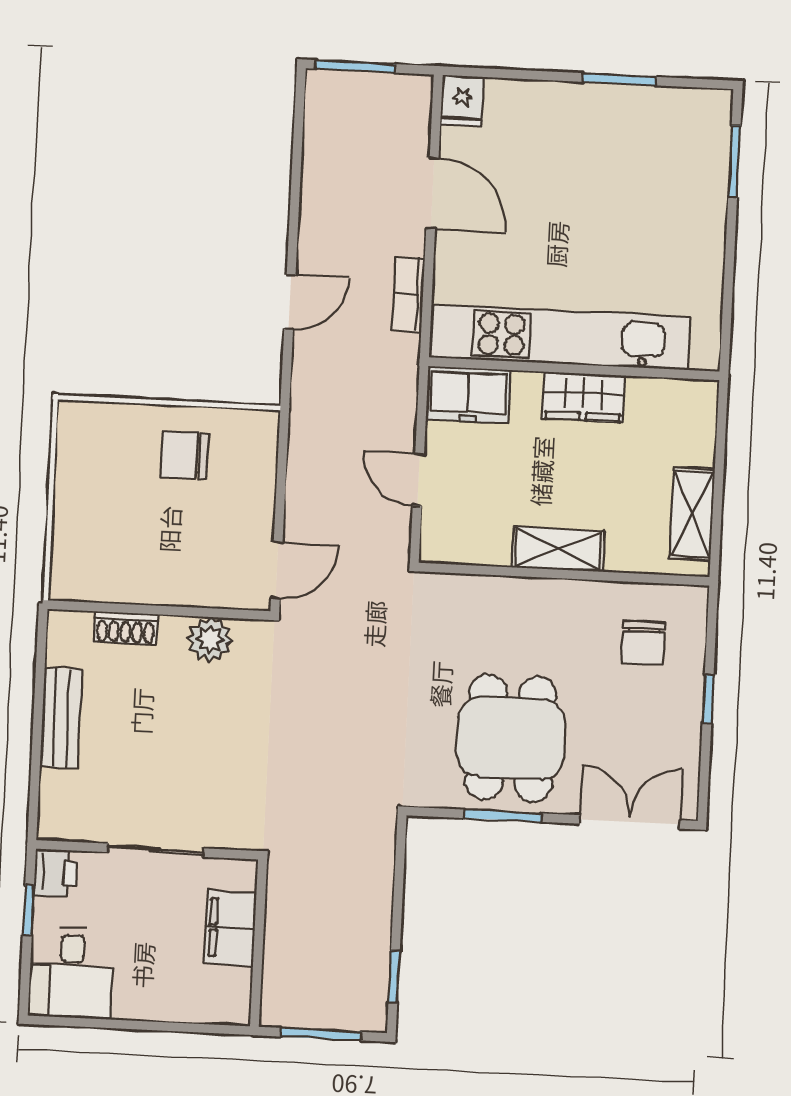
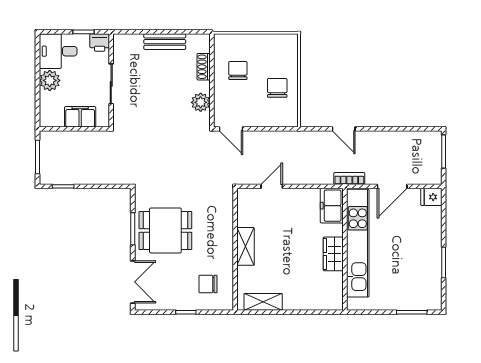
kitchen unit: (561, 337) -> (358, 243), moved
wall: (574, 369) -> (345, 249), moved
freezer: (468, 395) -> (332, 206), moved
wardrobe: (584, 397) -> (333, 254), moved
chair: (139, 547) -> (238, 71), added
plant: (140, 996) -> (50, 80), added

